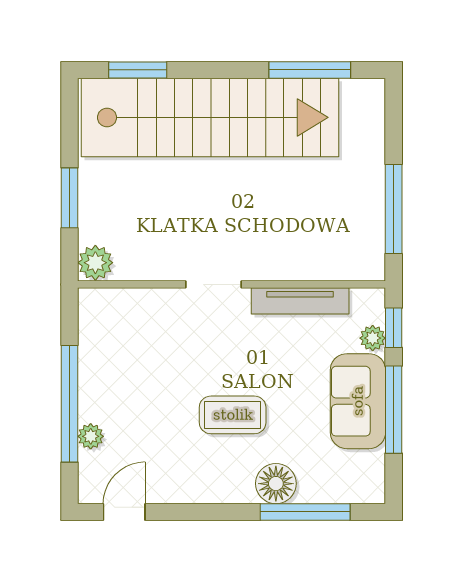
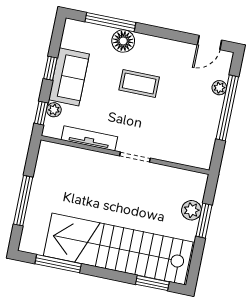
window: (394, 209) -> (23, 201), moved
plant: (95, 263) -> (191, 210), moved
window: (394, 410) -> (50, 68), width x0.46

